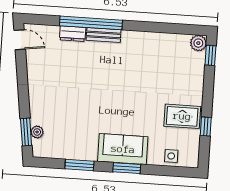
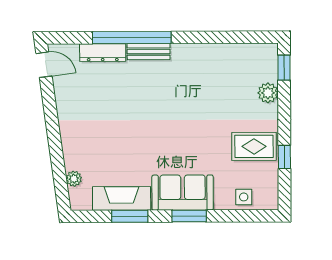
dresser: (73, 34) -> (103, 53), width x1.44
plant: (198, 43) -> (268, 93), moved
window: (26, 132) -> (60, 180), removed
fireplace: (74, 150) -> (122, 198), added

